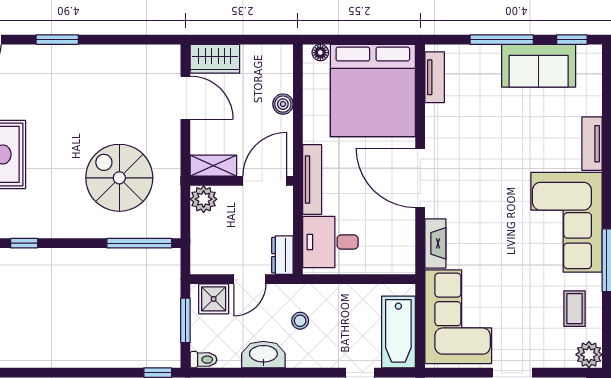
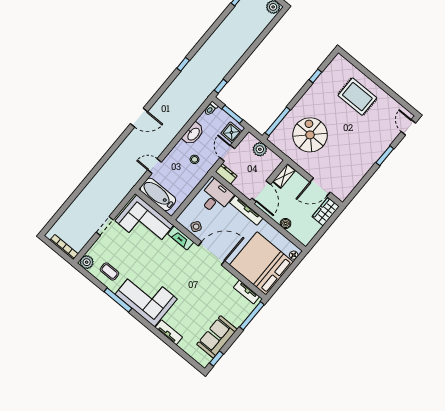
window: (502, 40) -> (252, 316), moved
spiral stairs: (119, 178) -> (310, 135), turned -90
plant: (204, 199) -> (260, 149), moved
side table: (399, 235) -> (196, 227), added

